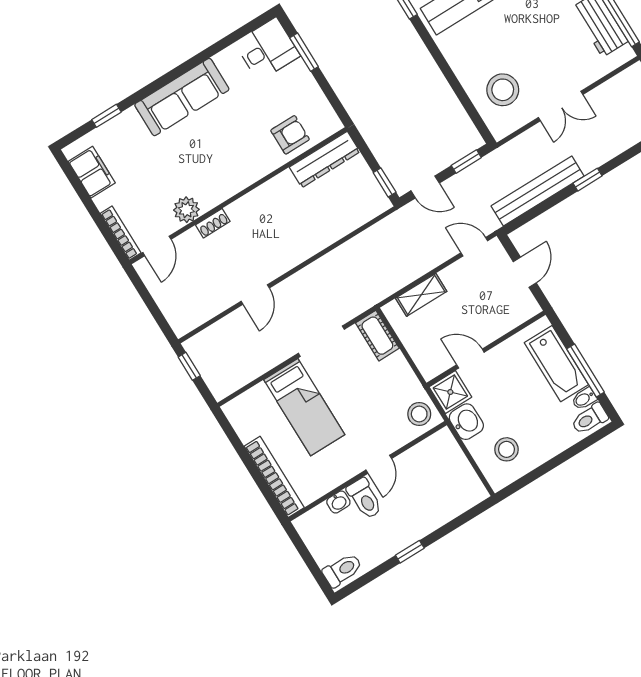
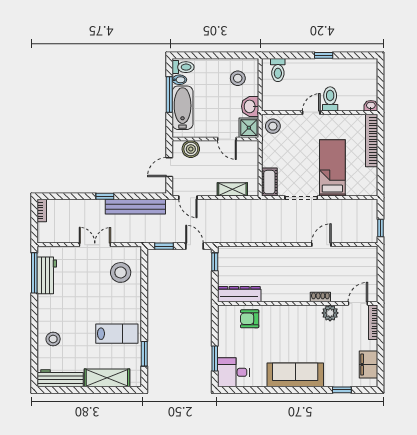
boiler: (511, 315) -> (191, 149), added
washbasin: (338, 502) -> (371, 106), moved
toilet: (342, 570) -> (278, 70), moved, turned -90

